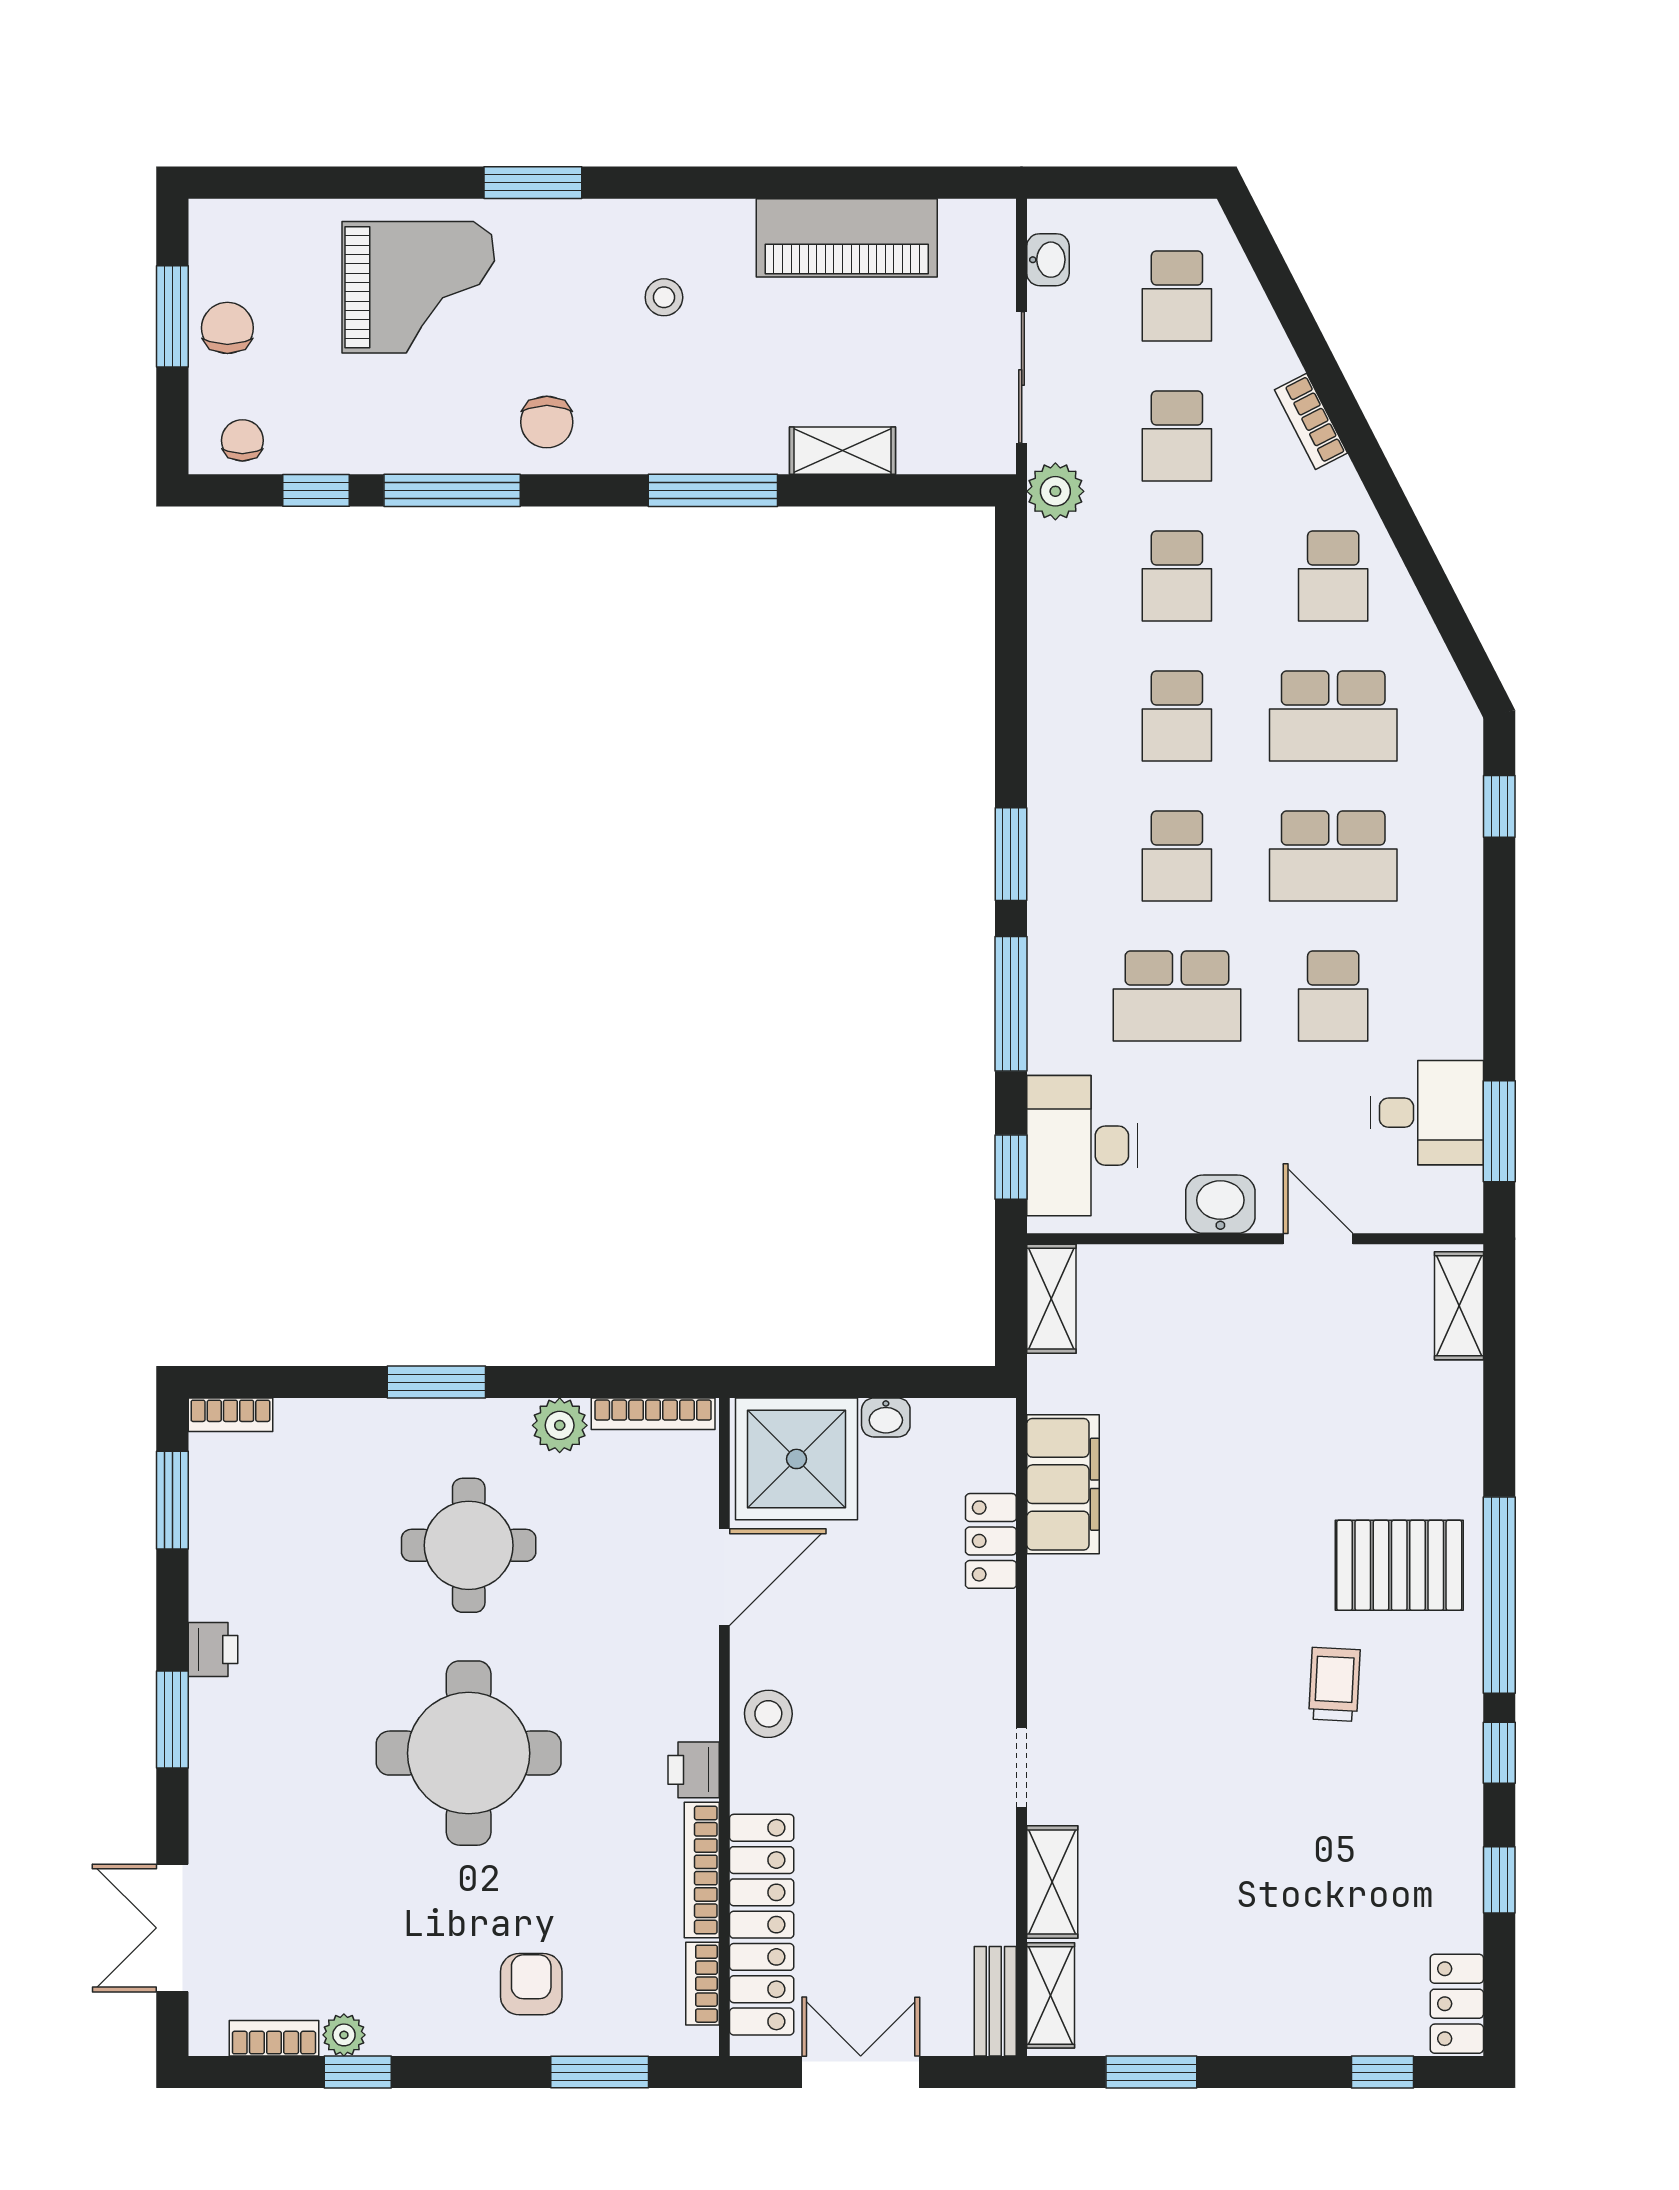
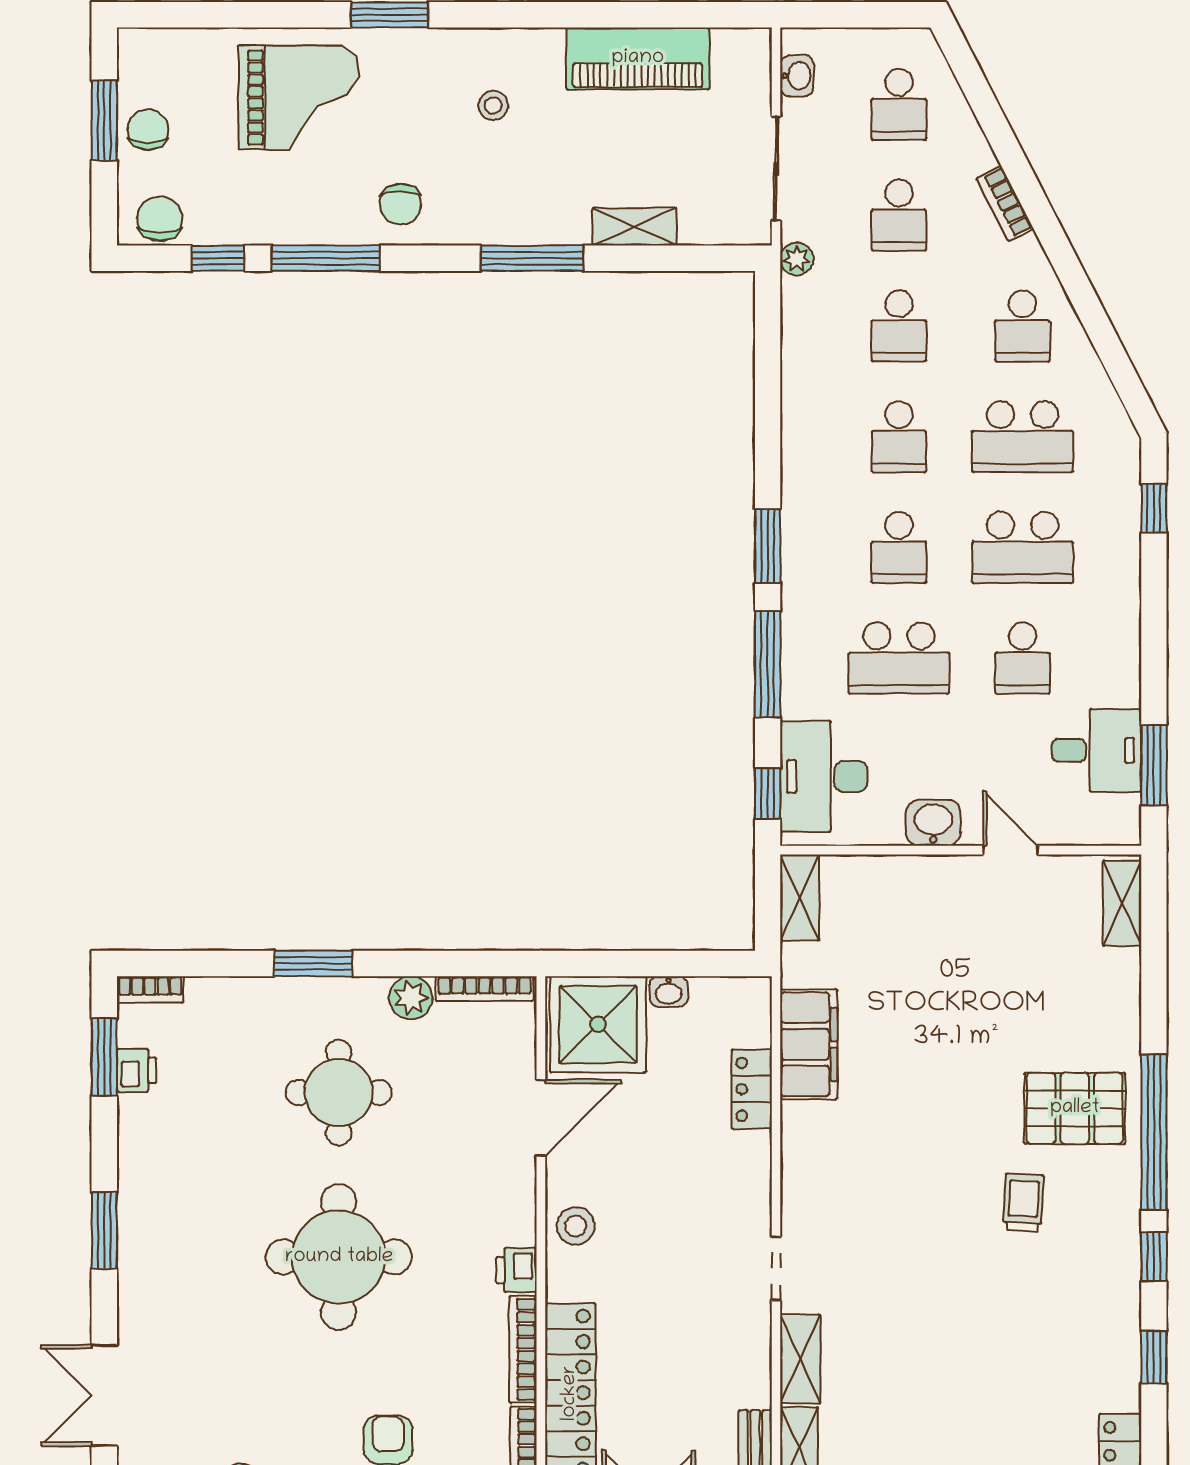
chair: (242, 440) -> (160, 219), width x1.37, depth x1.37
plant: (1055, 491) -> (797, 259), width x0.73, depth x0.73
printer: (213, 1649) -> (136, 1070), moved

